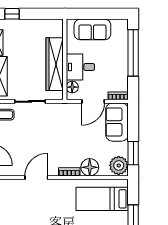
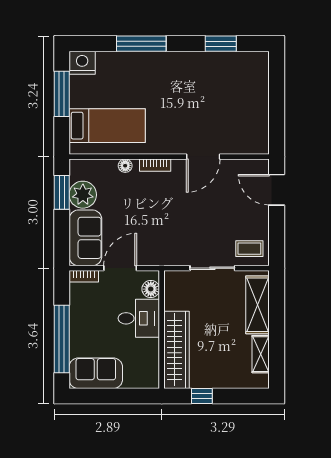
window: (12, 14) -> (202, 396), moved
sofa: (92, 29) -> (96, 373), moved
wardrobe: (55, 64) -> (176, 350), moved
plant: (119, 165) -> (83, 195), moved
floor lamp: (90, 167) -> (125, 166), width x0.53, depth x0.53

